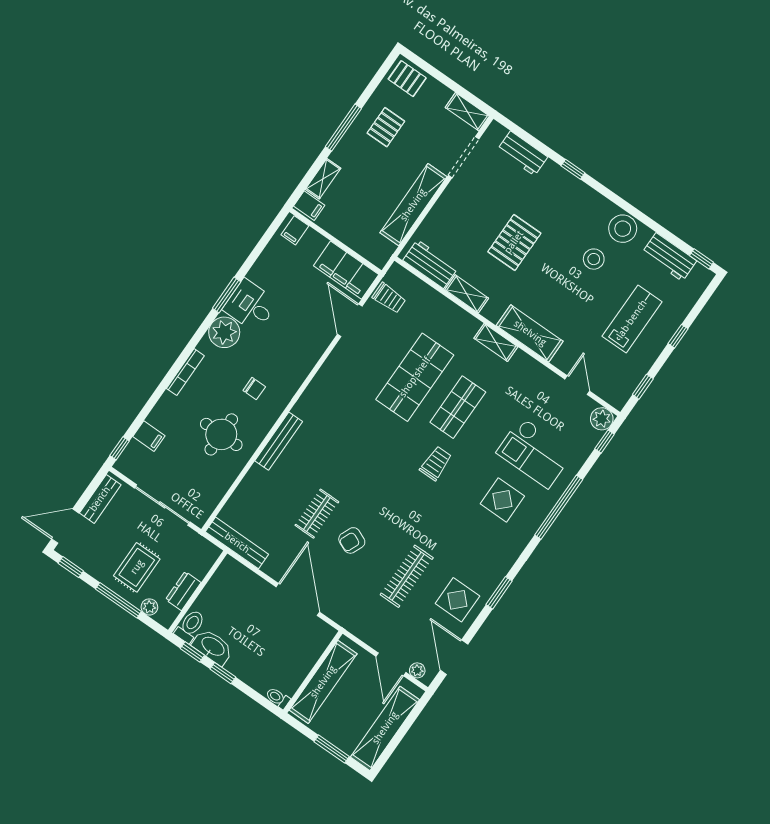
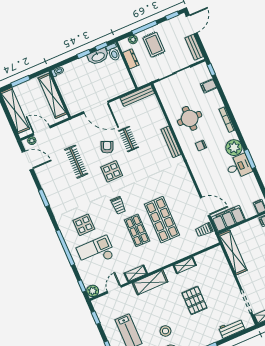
shelving: (413, 205) -> (233, 253), moved
workbench: (430, 264) -> (208, 257), removed
shelving: (496, 342) -> (136, 273), moved
door: (577, 385) -> (114, 289), swing flipped
display table: (457, 600) -> (112, 171), moved

